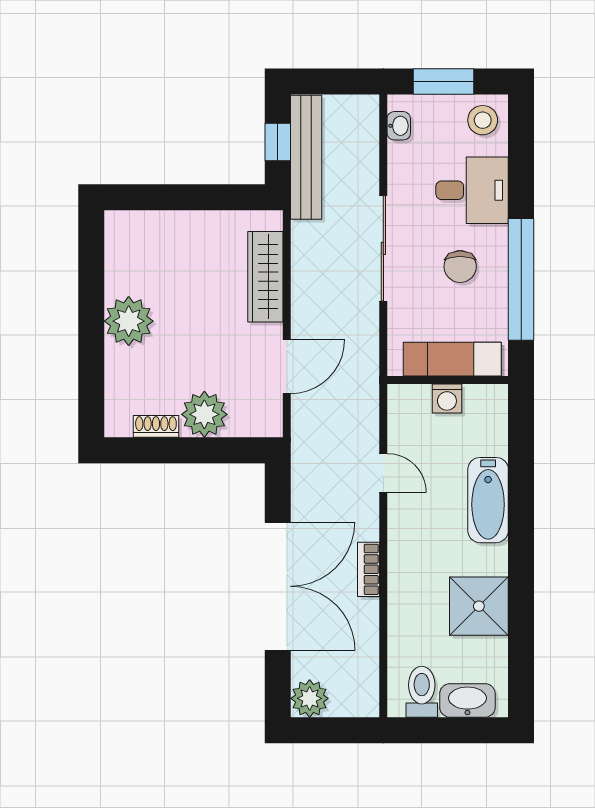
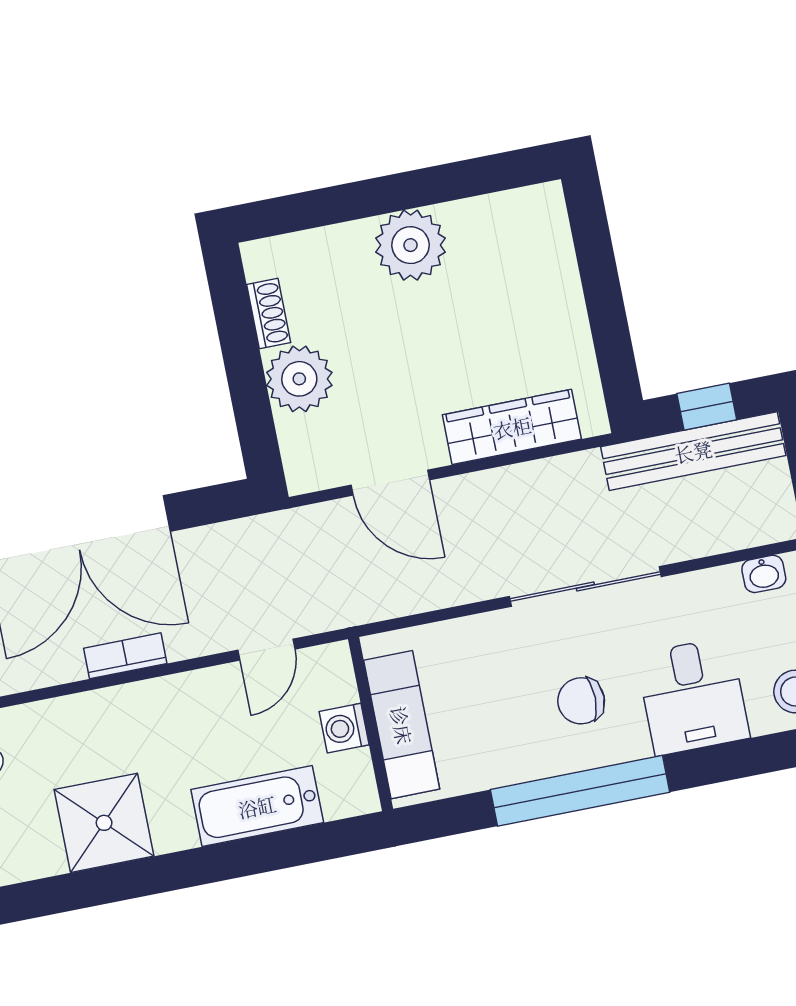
exam couch: (452, 359) -> (402, 725), moved
wall: (448, 380) -> (371, 724), moved
washing machine: (447, 399) -> (344, 728), moved

